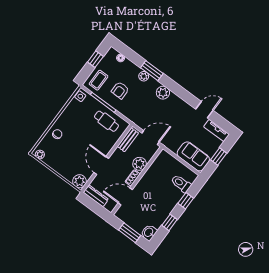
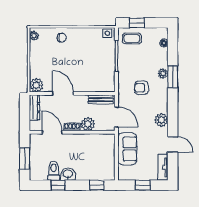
window: (95, 59) -> (137, 23), moved
armchair: (120, 90) -> (141, 88), moved
plant: (163, 93) -> (161, 120), moved
cafe table: (106, 121) -> (103, 70), removed
sofa: (193, 156) -> (127, 149), moved
door: (101, 165) -> (63, 93), hinge flipped
toilet: (181, 184) -> (54, 171), moved
window: (186, 201) -> (97, 185), moved
washbasin: (149, 232) -> (68, 174), moved

